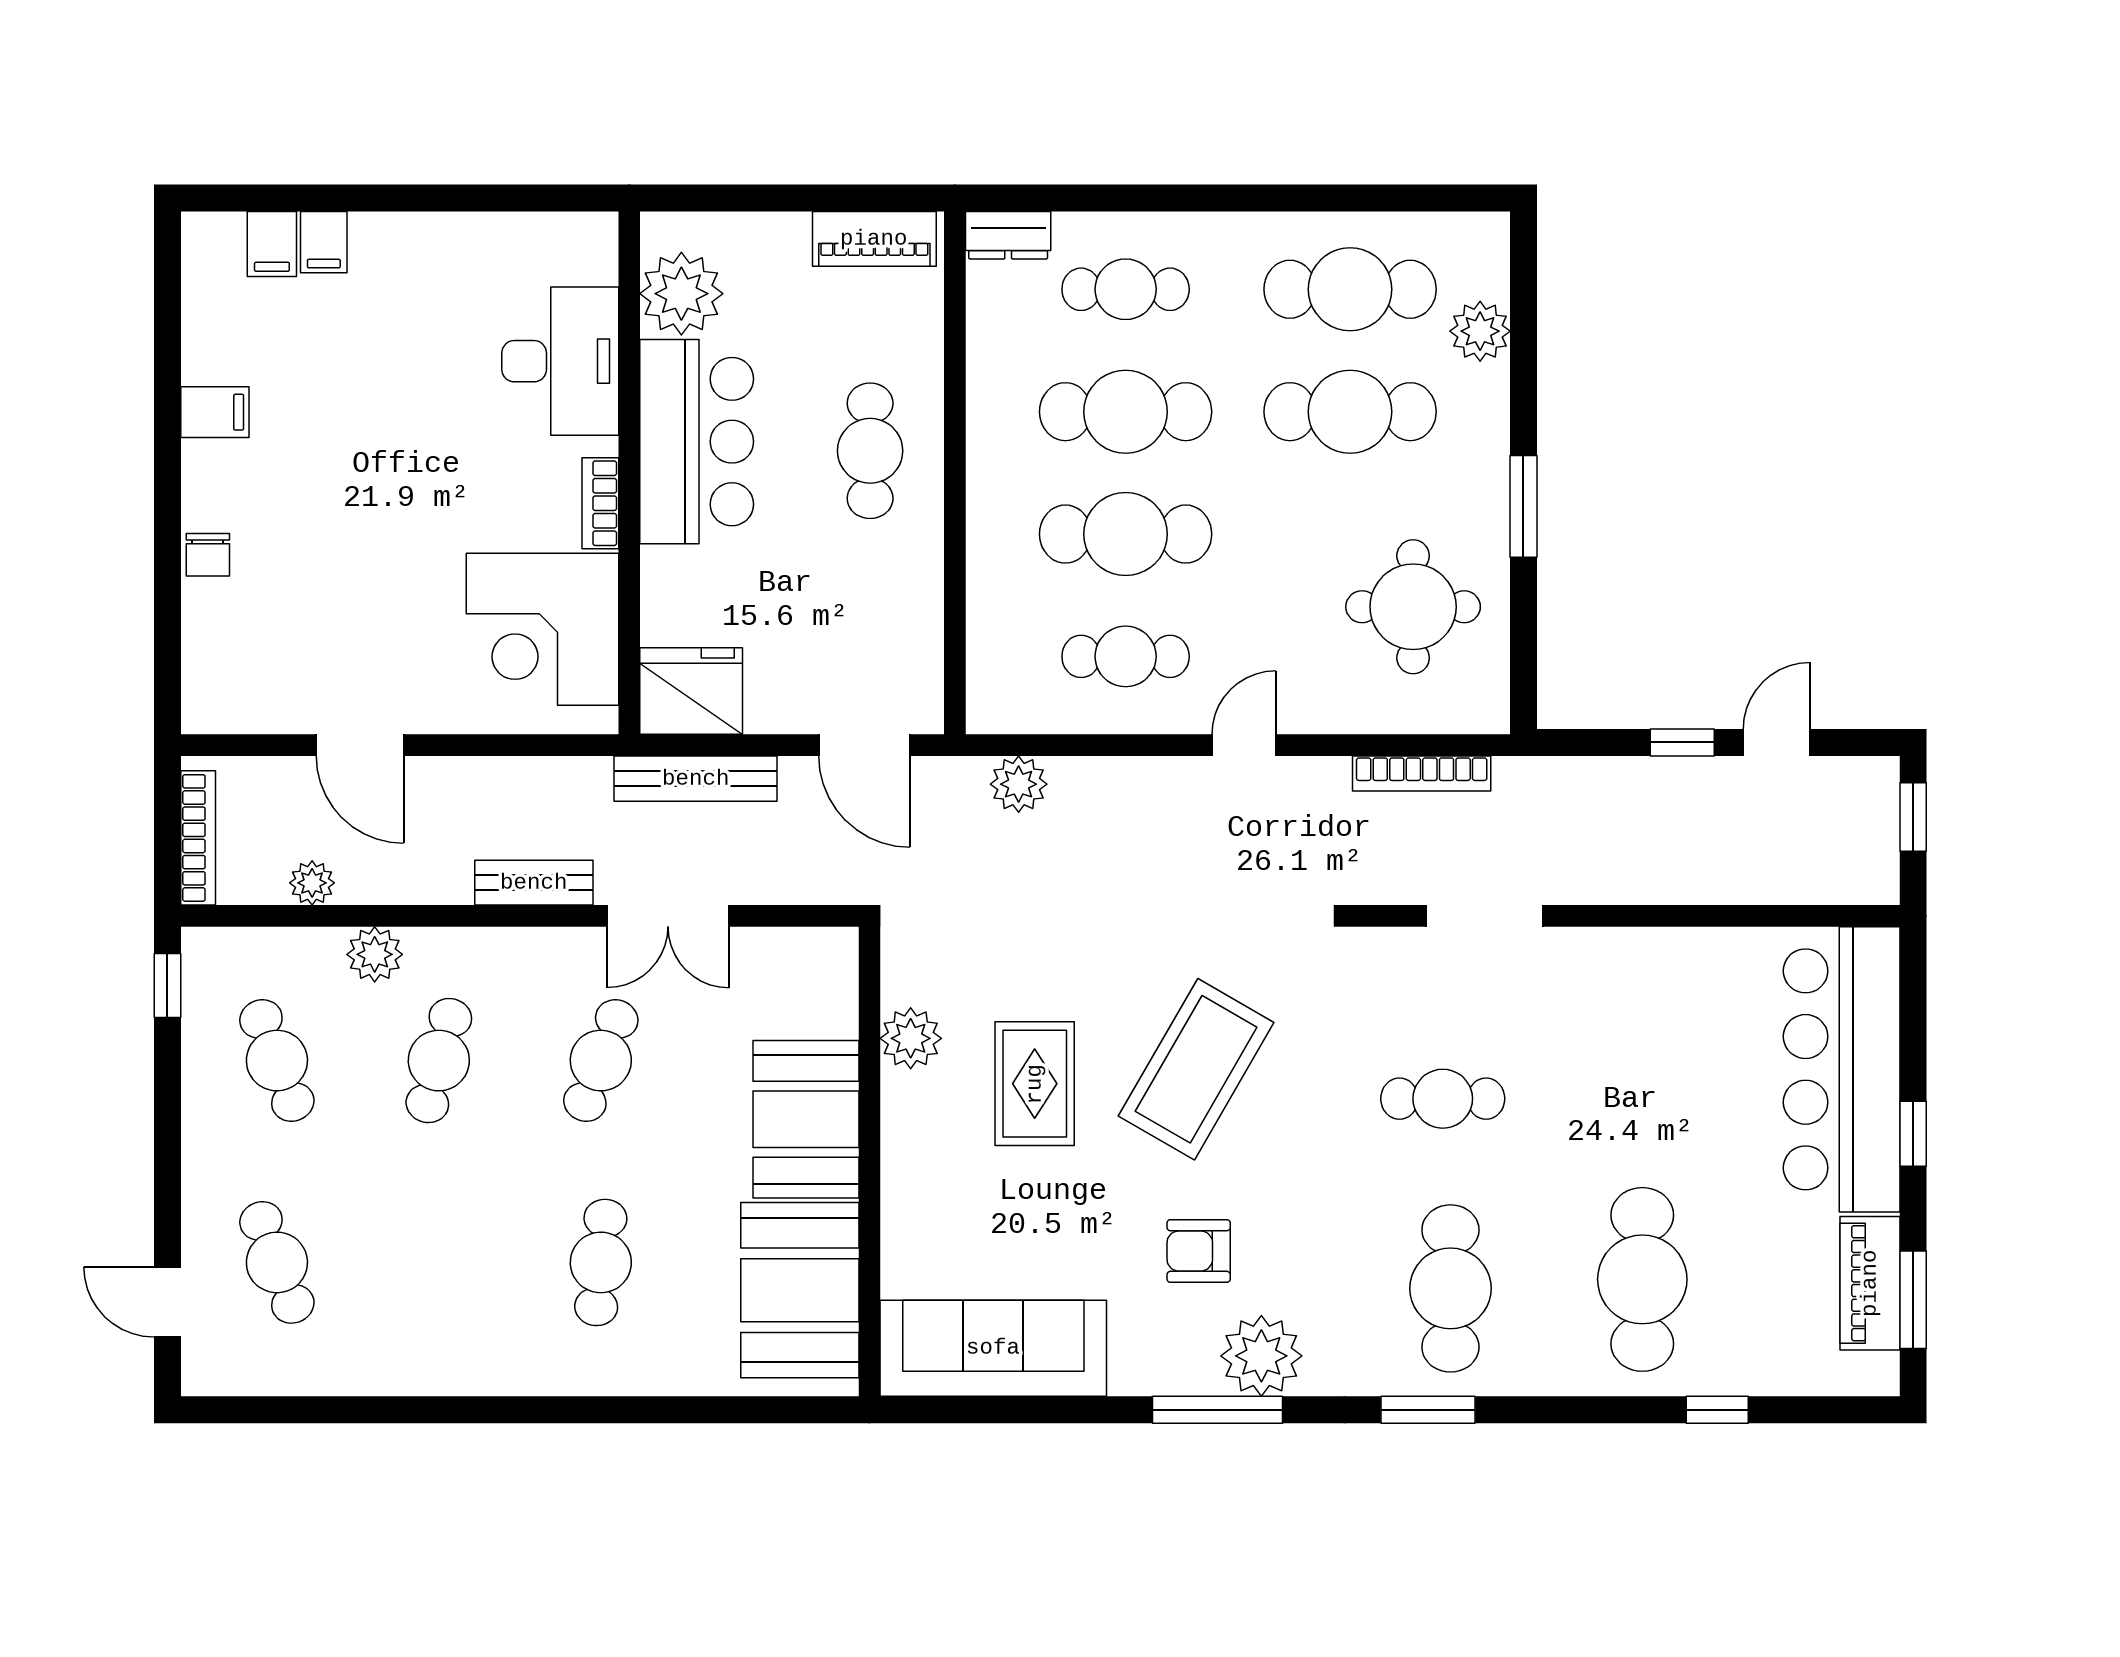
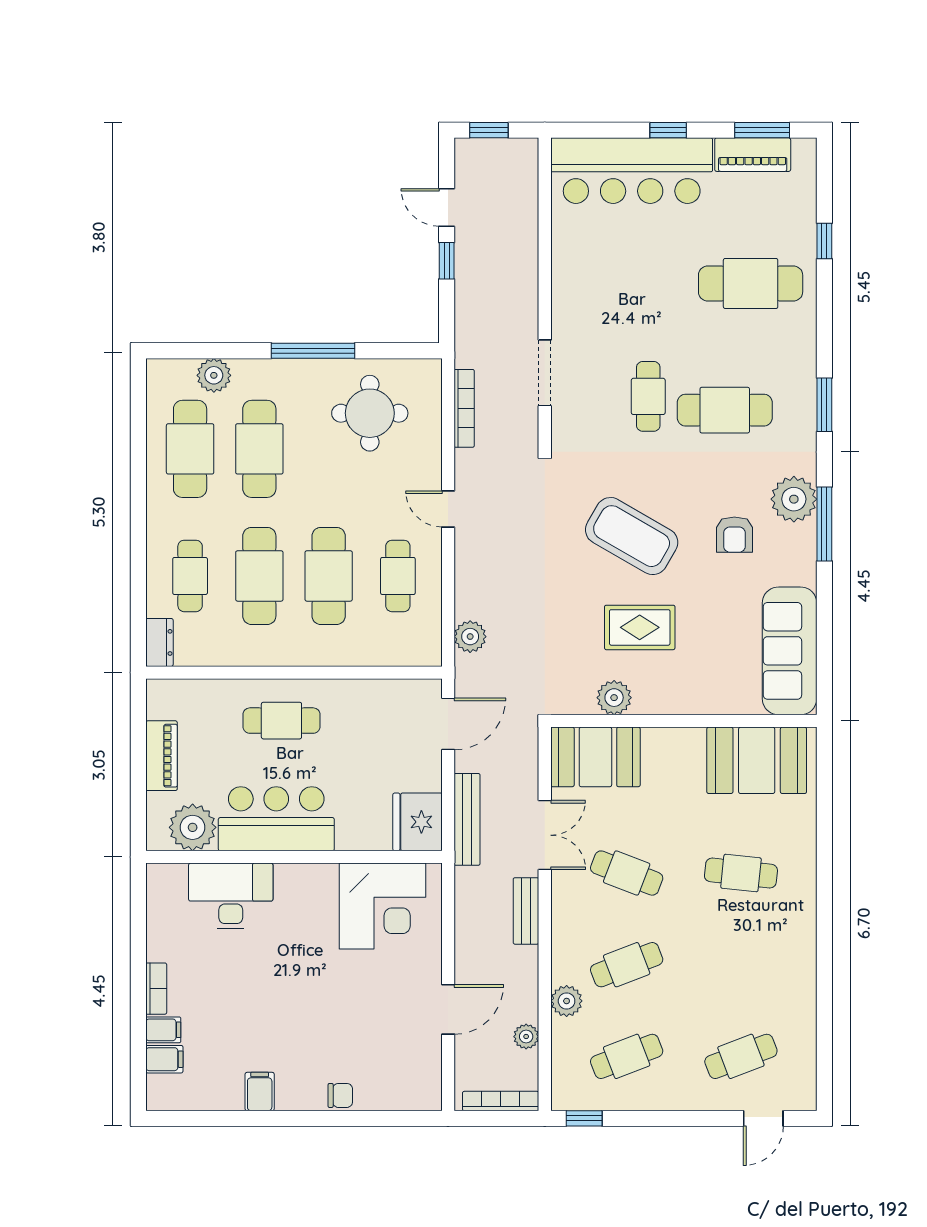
piano: (874, 239) -> (162, 756), moved
bookcase: (600, 503) -> (156, 989), moved, turned -90
window: (1523, 506) -> (313, 351), width x1.44
cafe table: (439, 1061) -> (627, 965), turned -36
booth: (806, 1119) -> (595, 757), moved
cafe table: (1450, 1288) -> (725, 410), moved

